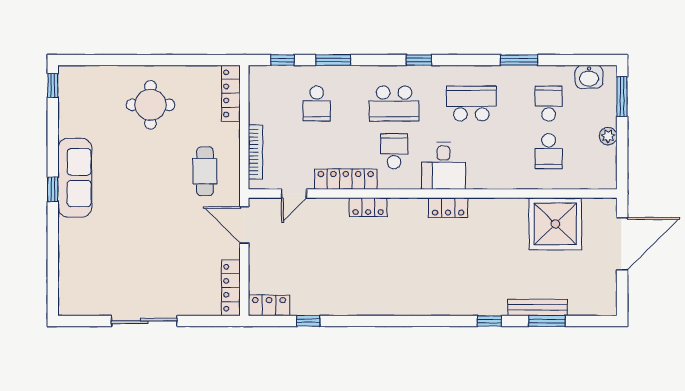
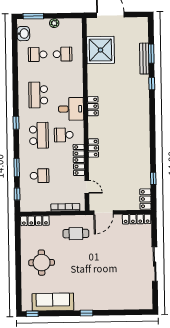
window: (519, 60) -> (15, 70), removed
sofa: (75, 178) -> (53, 302), moved

